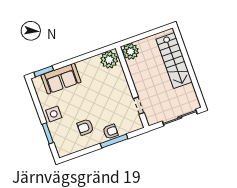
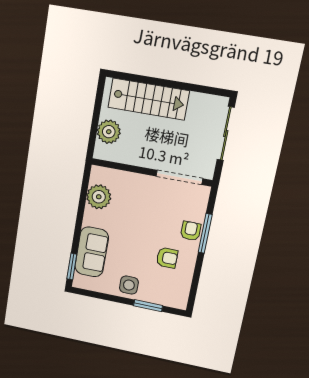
plant: (131, 51) -> (109, 132), moved
plant: (109, 60) -> (99, 197), moved
doorway: (139, 106) -> (179, 177), width x1.88
armchair: (85, 127) -> (167, 258), turned -90

